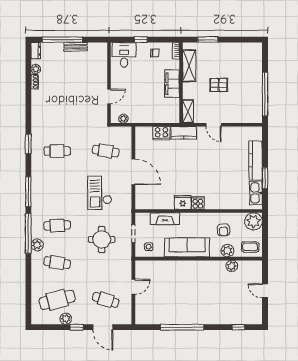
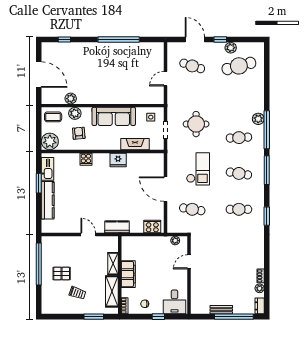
trolley: (225, 64) -> (77, 293), added
pallet: (219, 85) -> (62, 274), moved
shelving: (188, 111) -> (113, 264), moved
cooker: (161, 133) -> (152, 227), moved
cooker: (198, 203) -> (86, 159), moved
cafe table: (57, 263) -> (239, 173), moved
door: (265, 291) -> (39, 75), width x1.87

